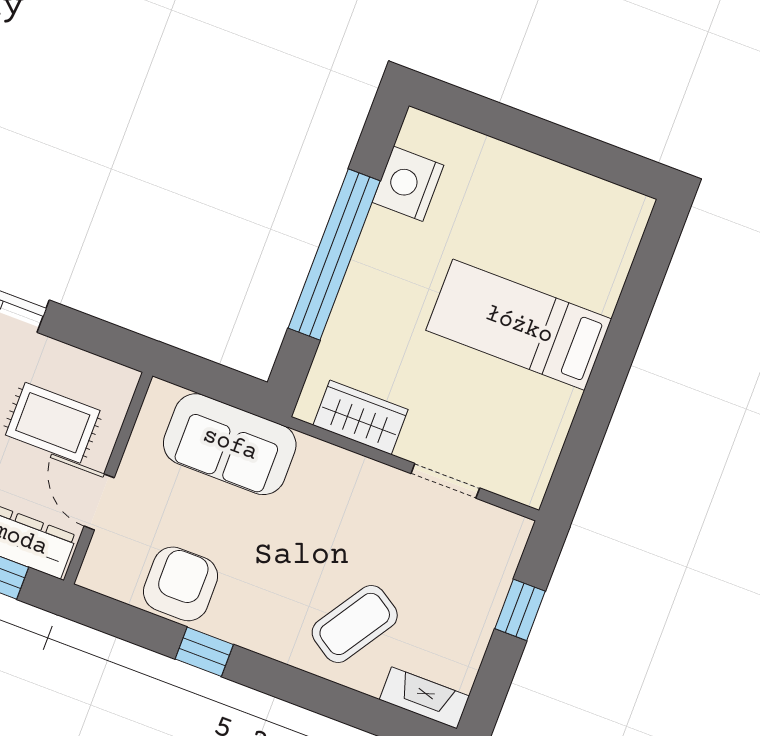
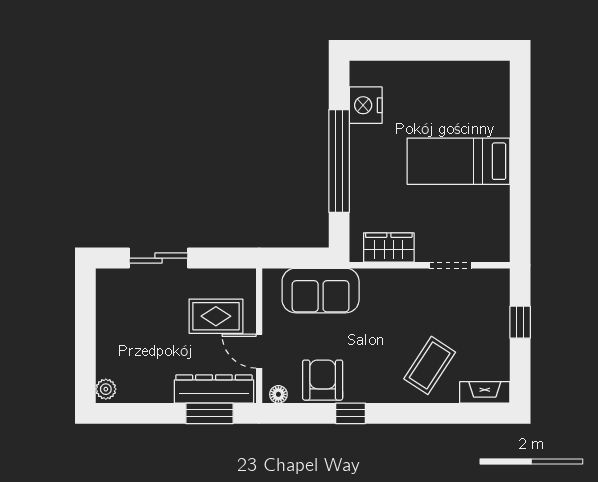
floor lamp: (104, 580) -> (278, 394), added

